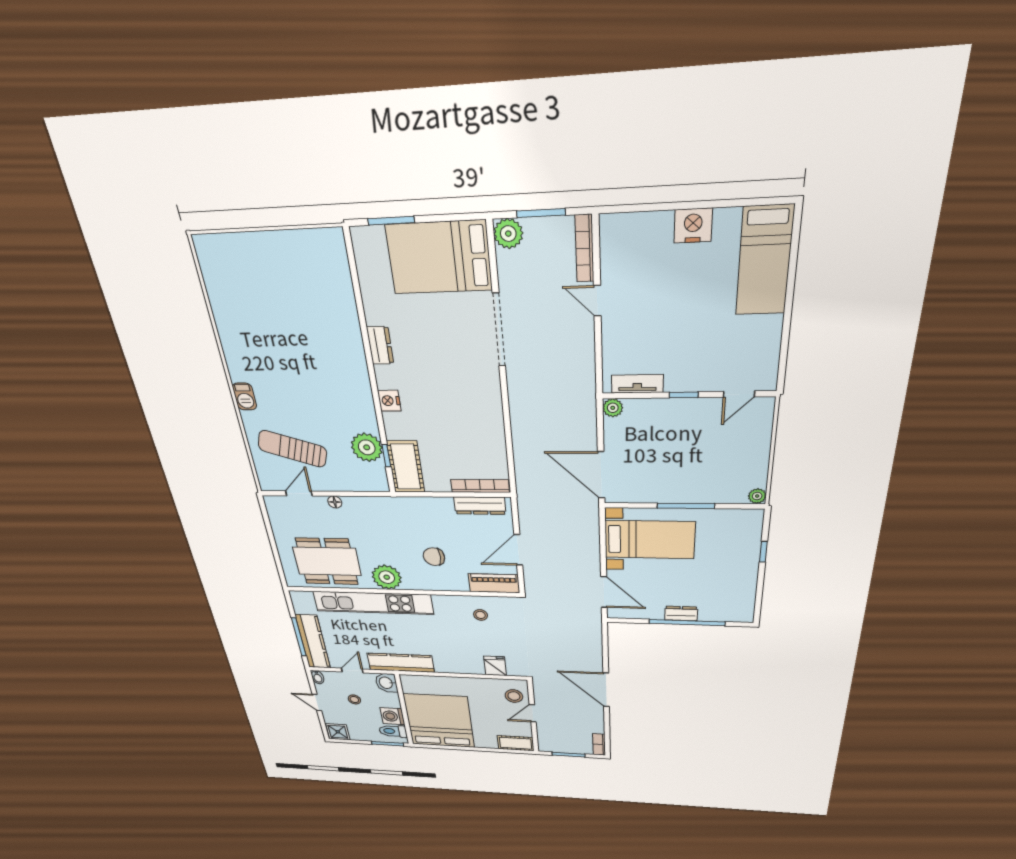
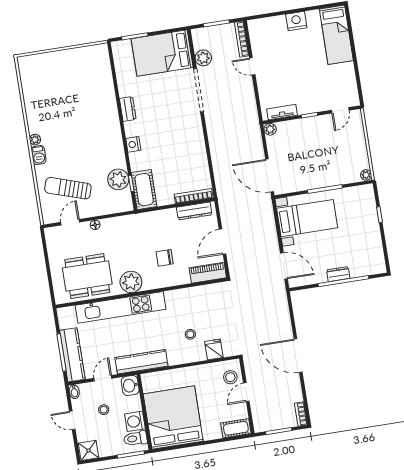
plant: (508, 234) -> (203, 58), moved
plant: (237, 373) -> (35, 140), added
stool: (481, 615) -> (190, 334), moved

